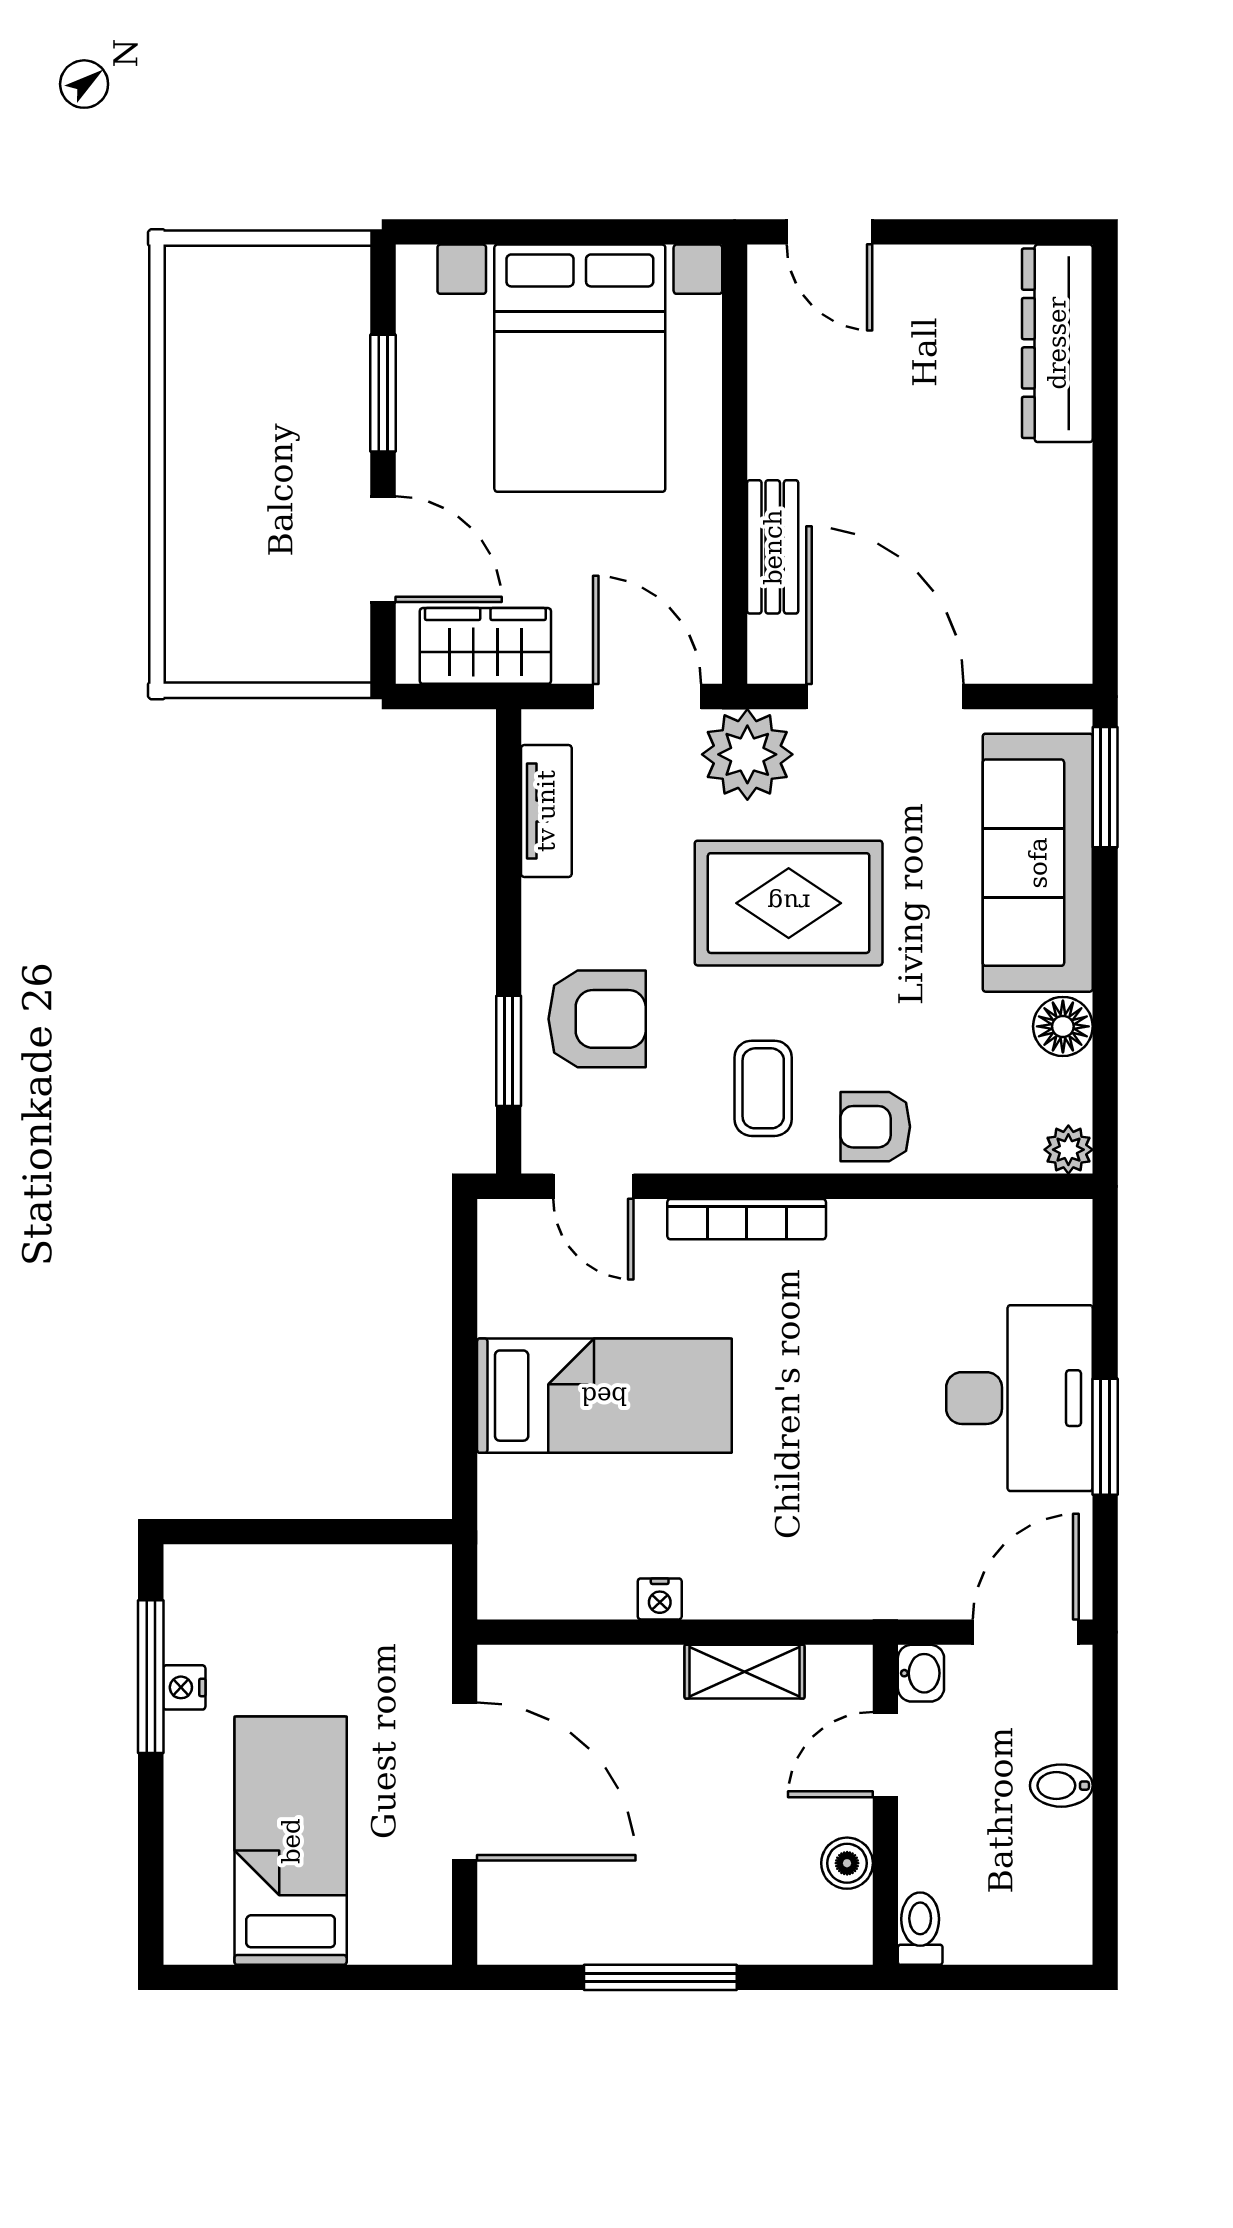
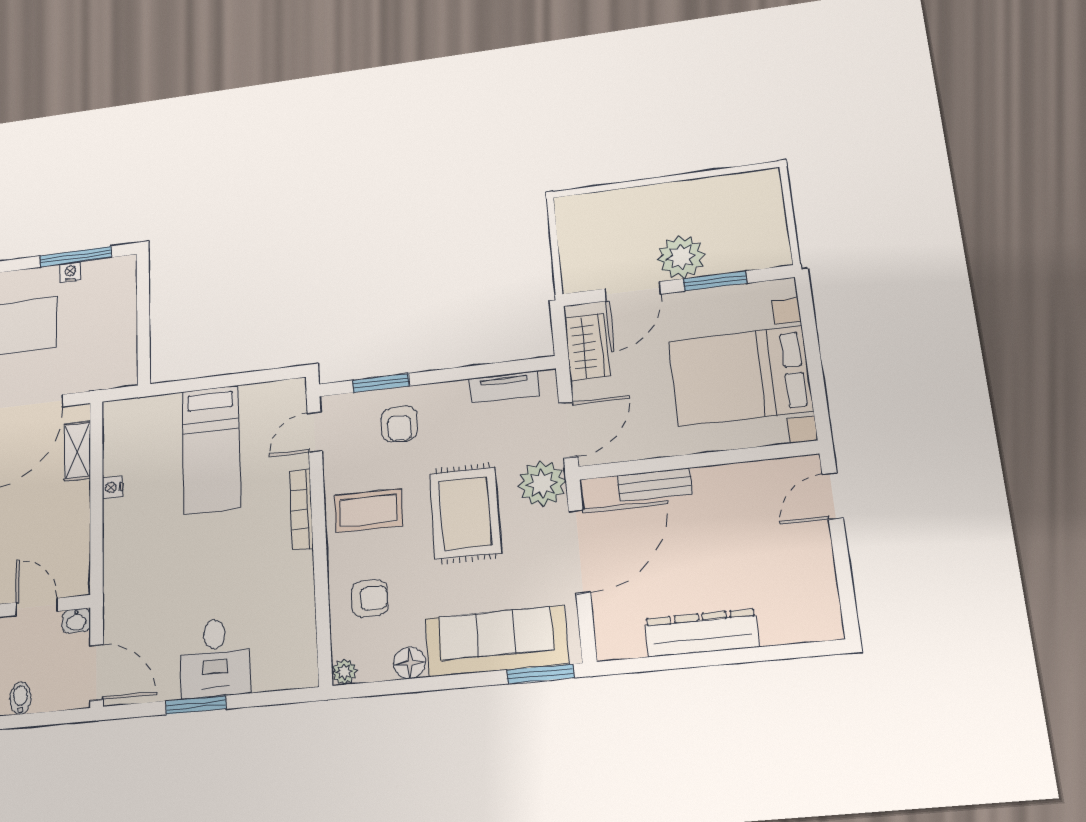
dresser: (1057, 343) -> (702, 633), moved
plant: (325, 451) -> (681, 257), added
armchair: (597, 1019) -> (399, 424), width x0.72, depth x0.72
coffee table: (763, 1088) -> (368, 511), width x1.36, depth x1.30
armchair: (875, 1127) -> (370, 598), moved, turned 90
desk: (1019, 1398) -> (215, 658), width x0.73
shelving: (744, 1672) -> (77, 451), moved

